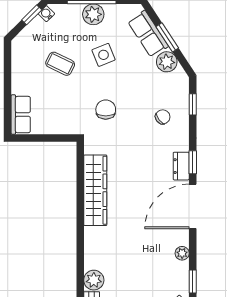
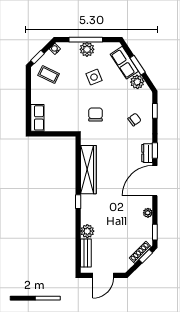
window: (32, 15) -> (38, 57), moved
coffee table: (60, 64) -> (49, 74), moved
window: (80, 237) -> (78, 202), added

